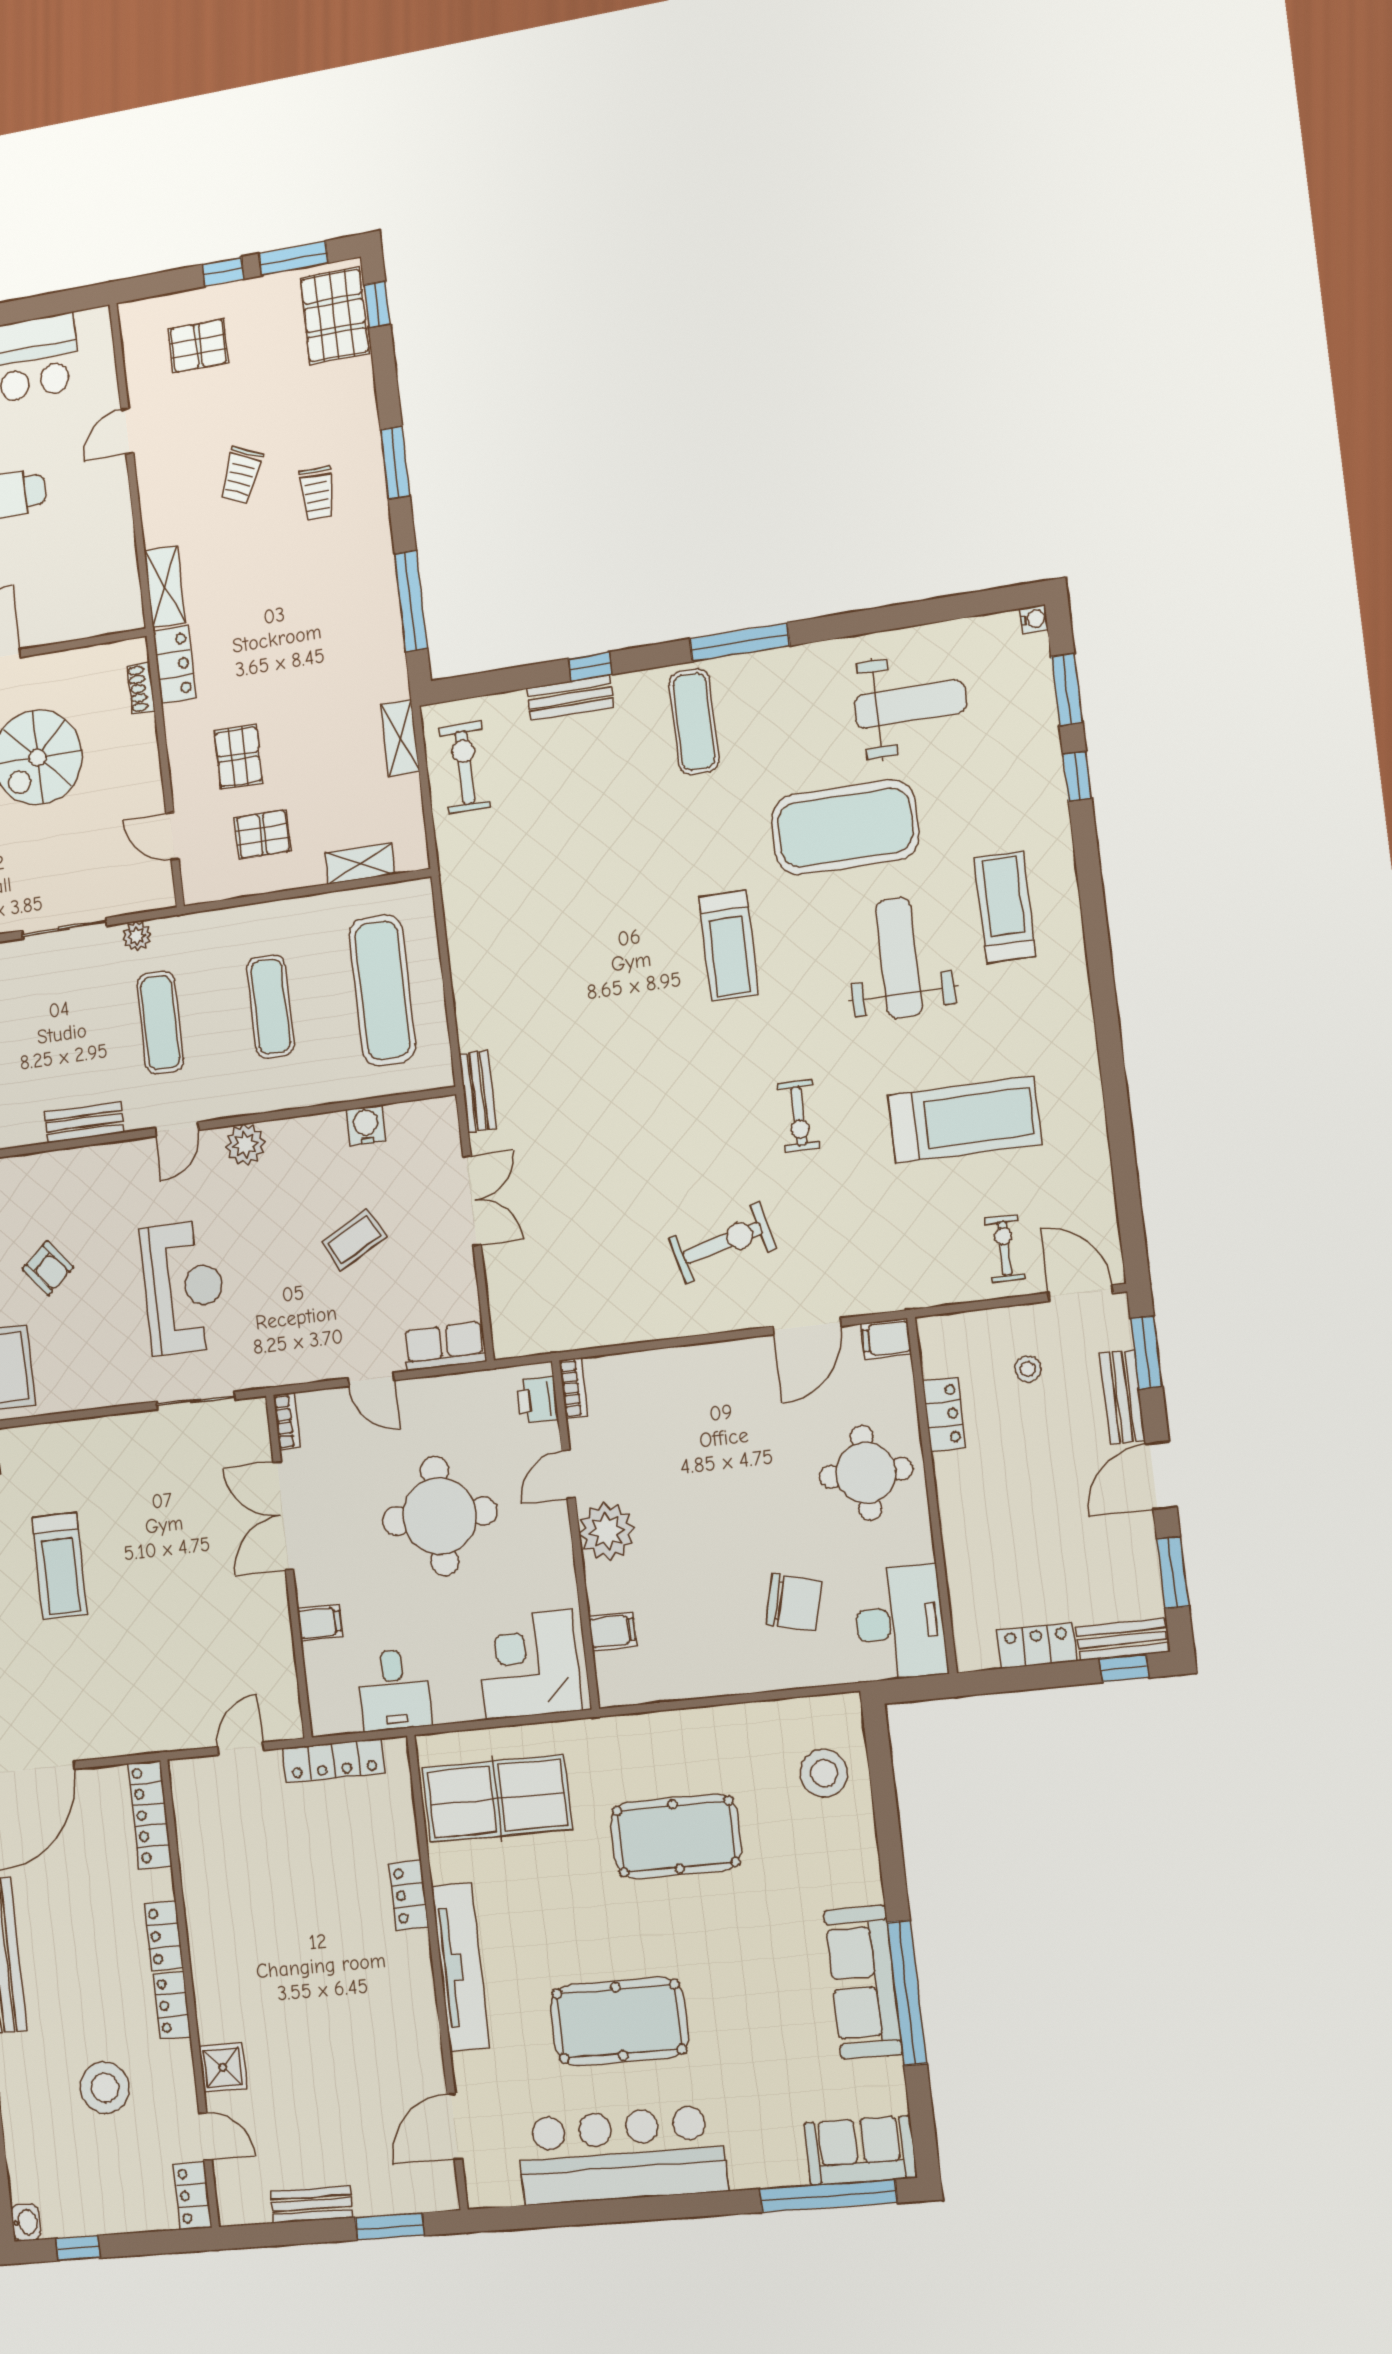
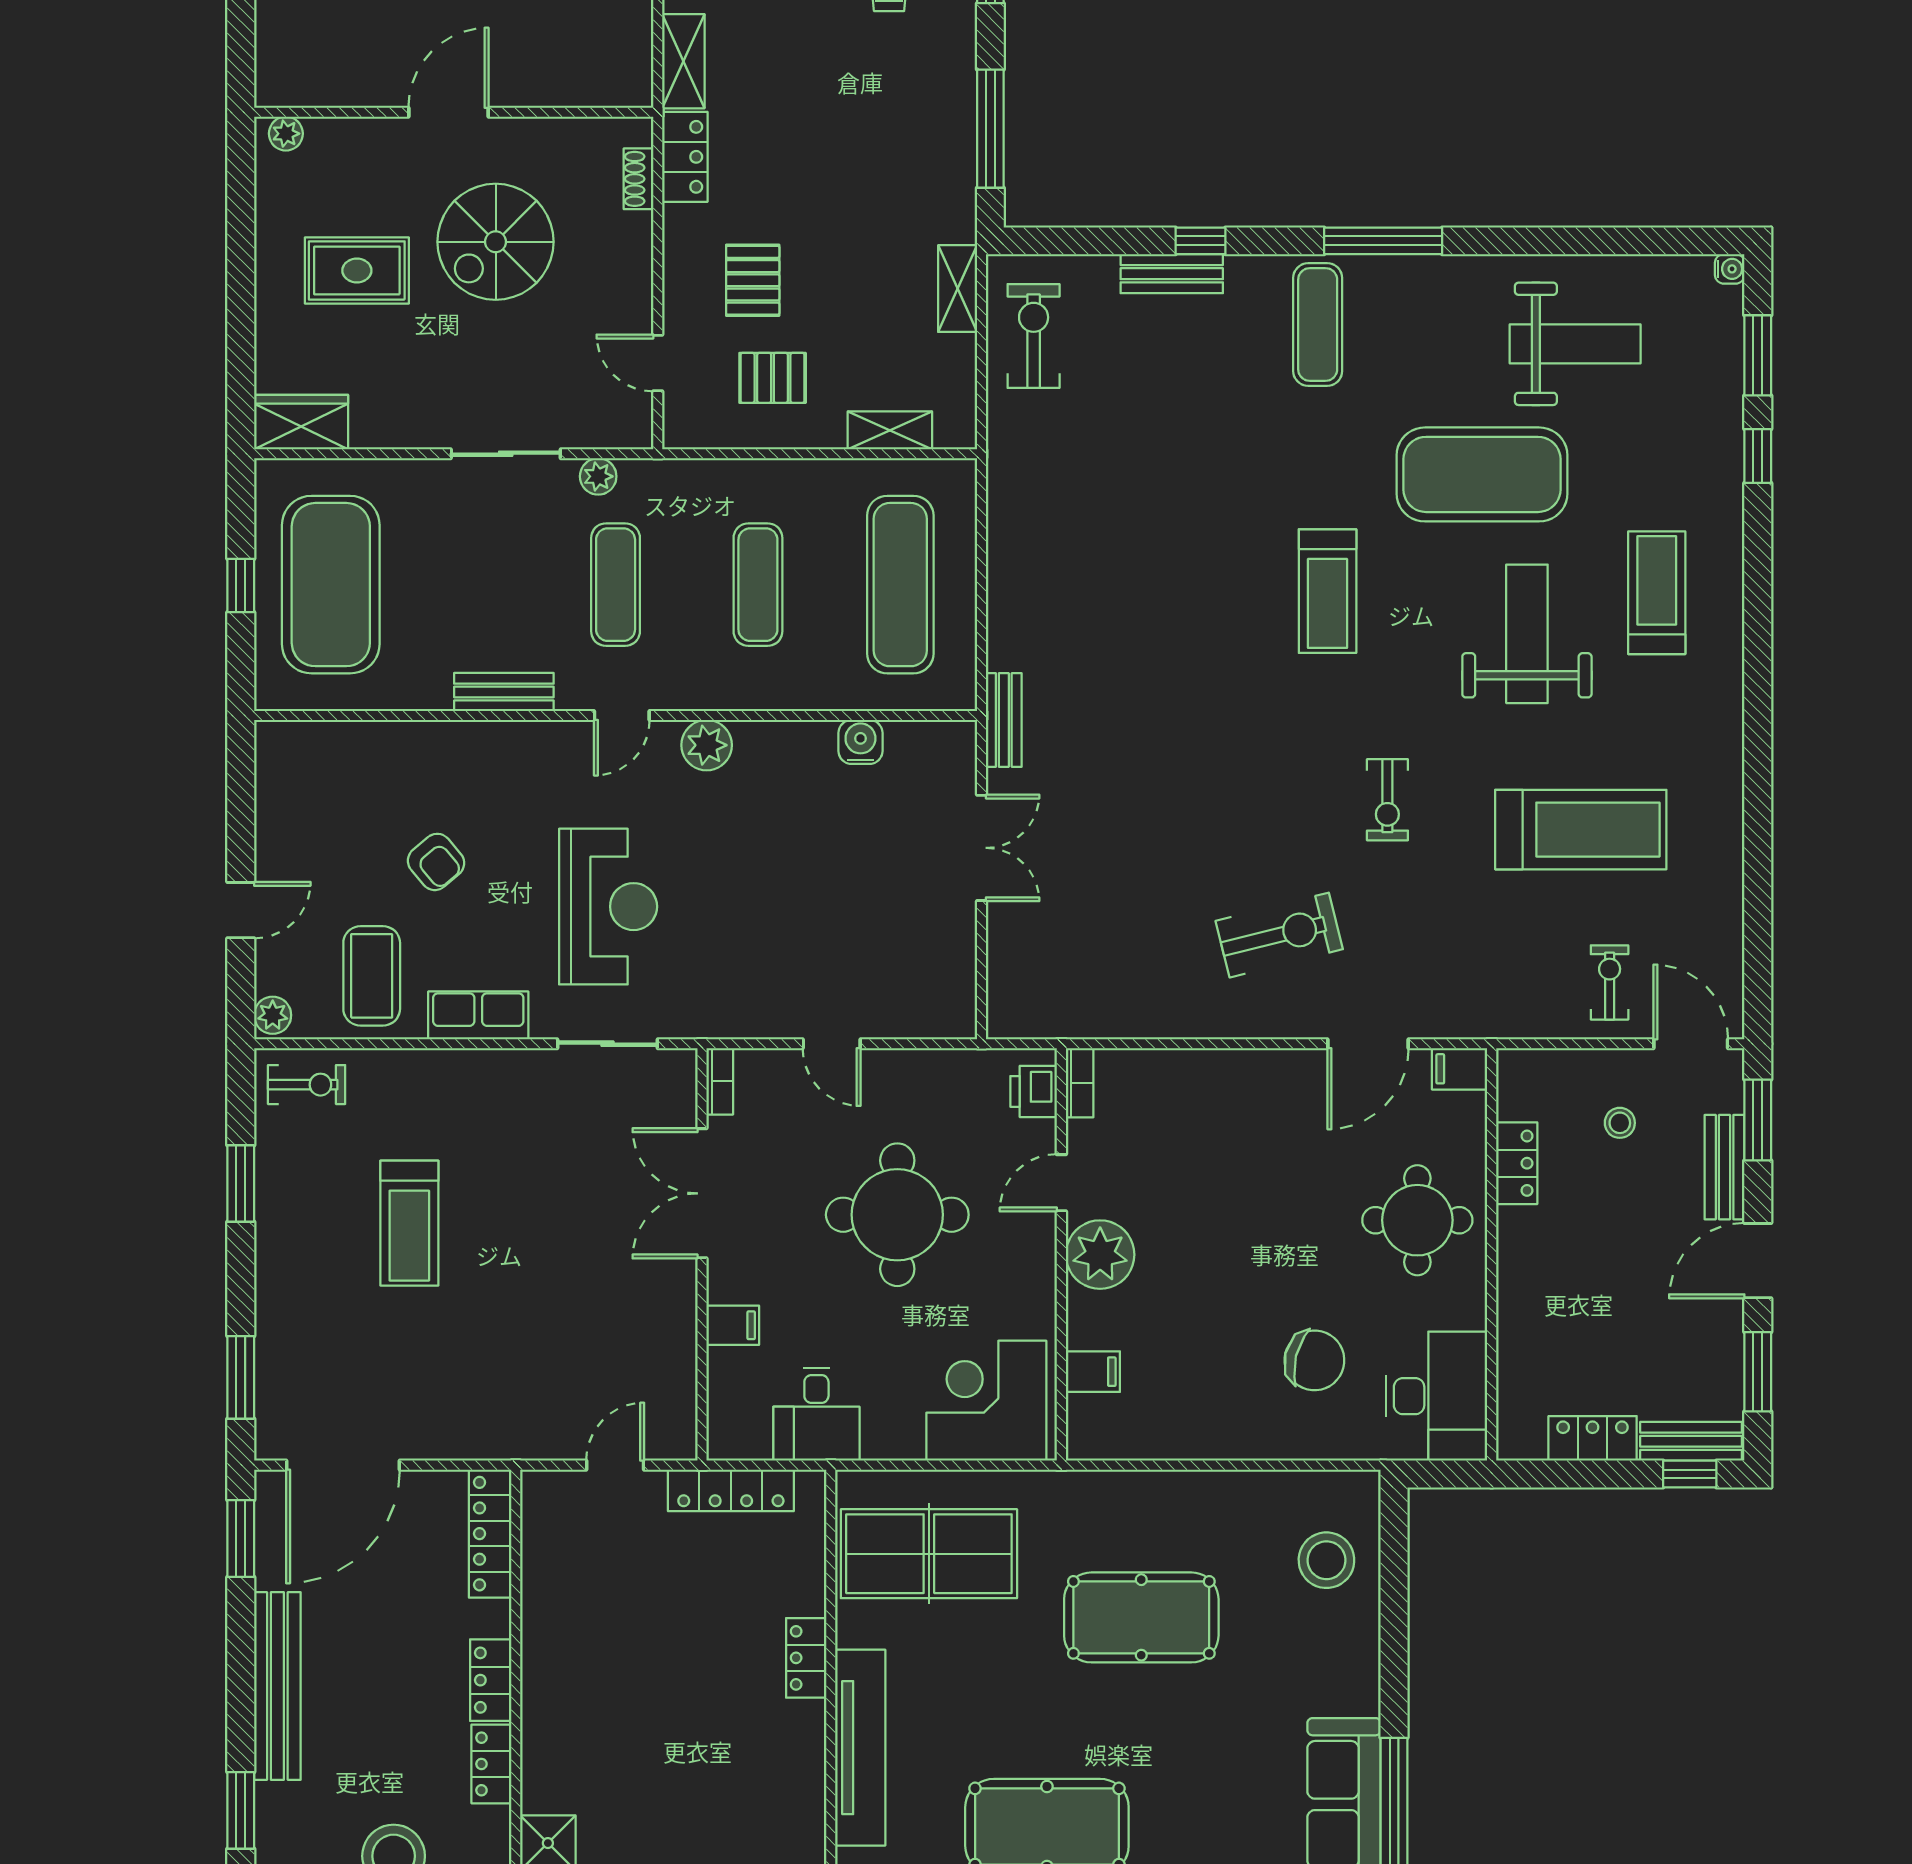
coffee table: (354, 1239) -> (830, 875), removed
row of seats: (444, 1346) -> (478, 1015), moved

